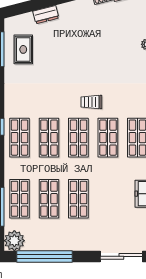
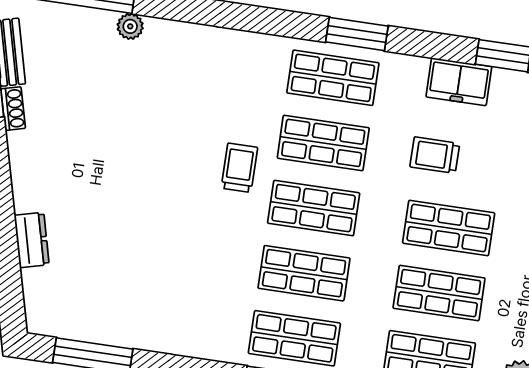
rug: (23, 49) -> (101, 301), removed
trolley: (91, 102) -> (239, 168), turned 180
trolley: (110, 188) -> (435, 155), added

